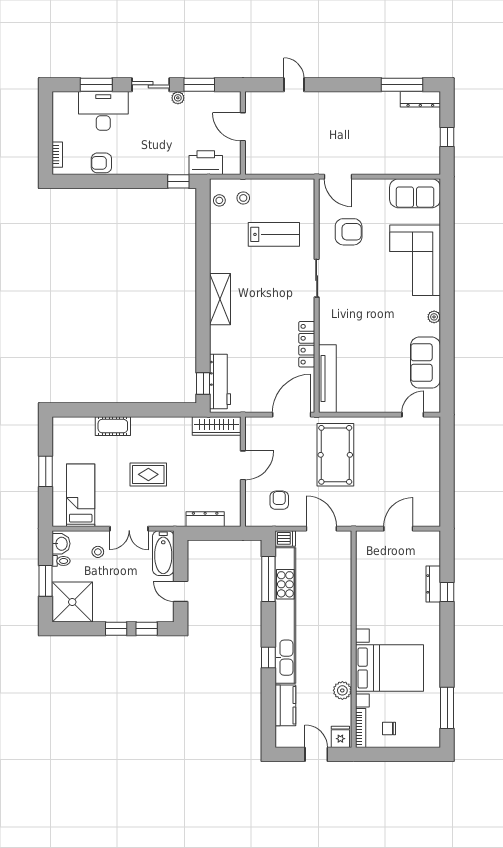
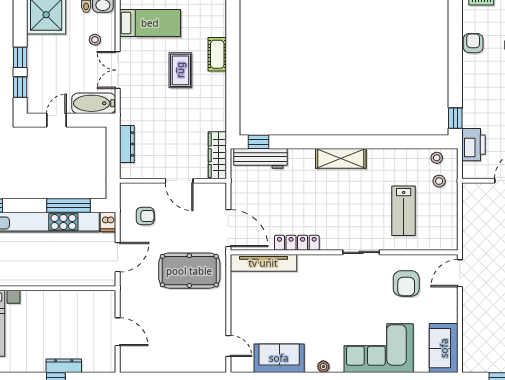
rug: (148, 474) -> (180, 70), moved

